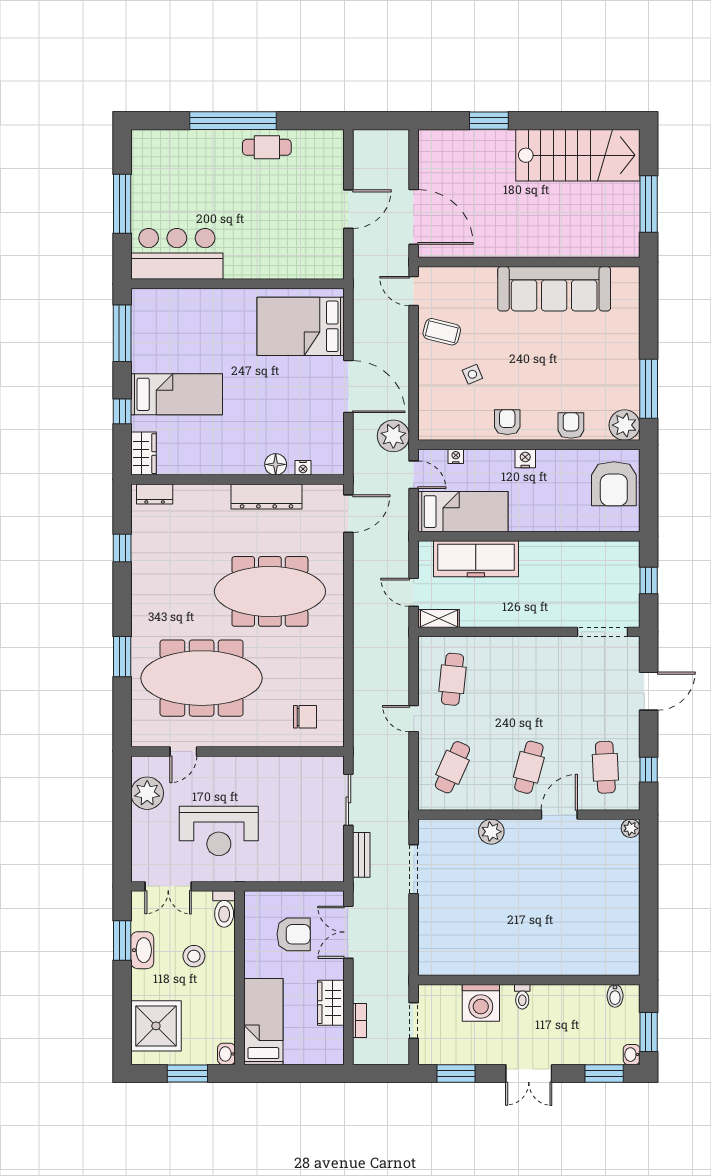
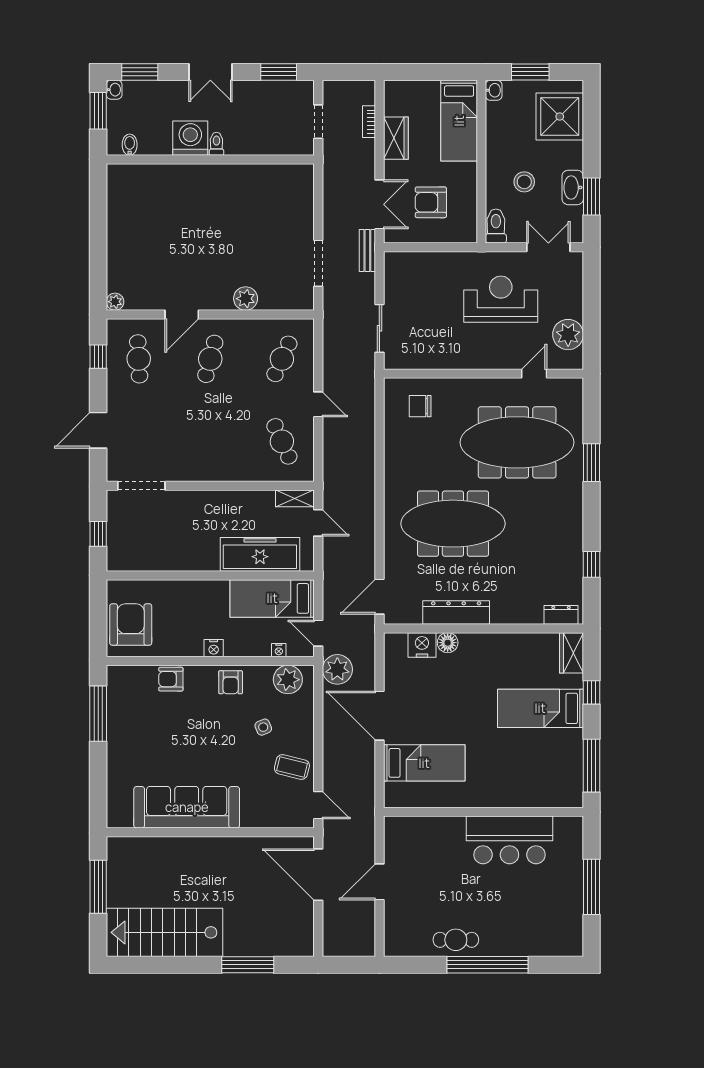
window: (489, 121) -> (248, 965), width x1.44
bar counter: (177, 254) -> (509, 840), moved
bed: (301, 326) -> (424, 763), width x0.67
armchair: (571, 425) -> (171, 679), turned 90
plant: (625, 425) -> (288, 680), moved
nightstand: (303, 468) -> (422, 645), width x1.89, depth x1.79
cafe table: (452, 679) -> (282, 441), turned -30
bench: (361, 855) -> (367, 251), moved
washing machine: (481, 1003) -> (190, 138), moved
double door: (529, 1073) -> (210, 72), swing flipped

